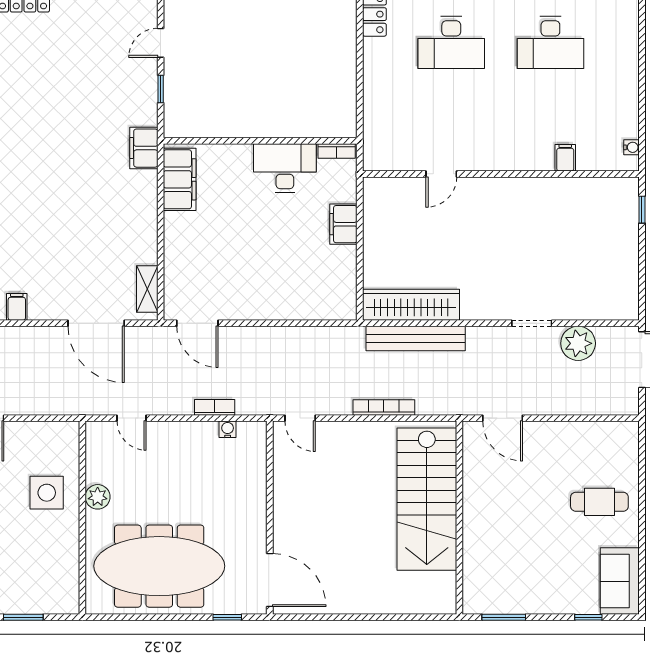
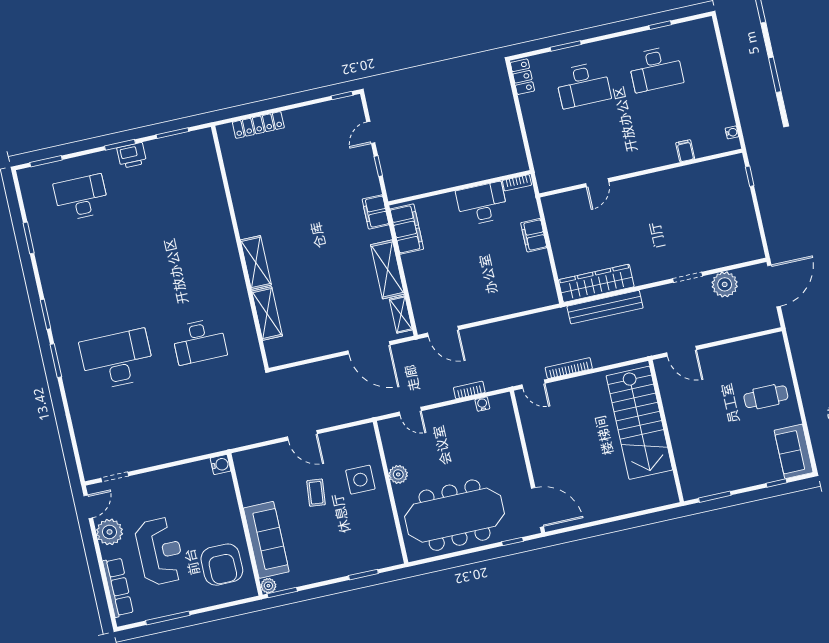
shelving: (143, 226) -> (387, 269), added
filing cabinet: (17, 307) -> (308, 349), removed
bookcase: (384, 407) -> (569, 368), moved

